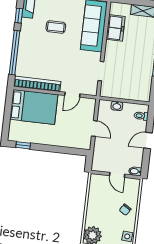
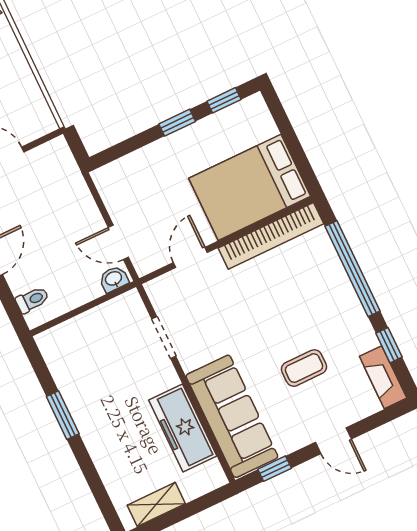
freezer: (116, 28) -> (183, 428), width x1.40
washbasin: (117, 106) -> (114, 279), moved
door: (94, 128) -> (118, 242), moved
window: (46, 148) -> (177, 123), added

